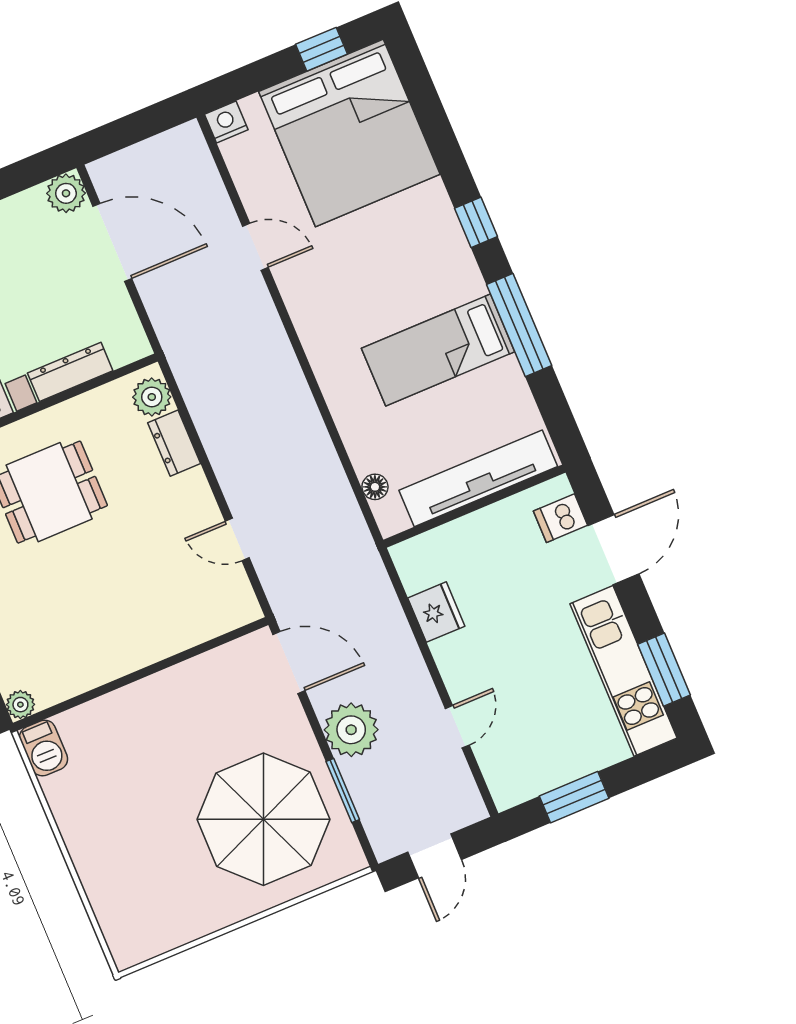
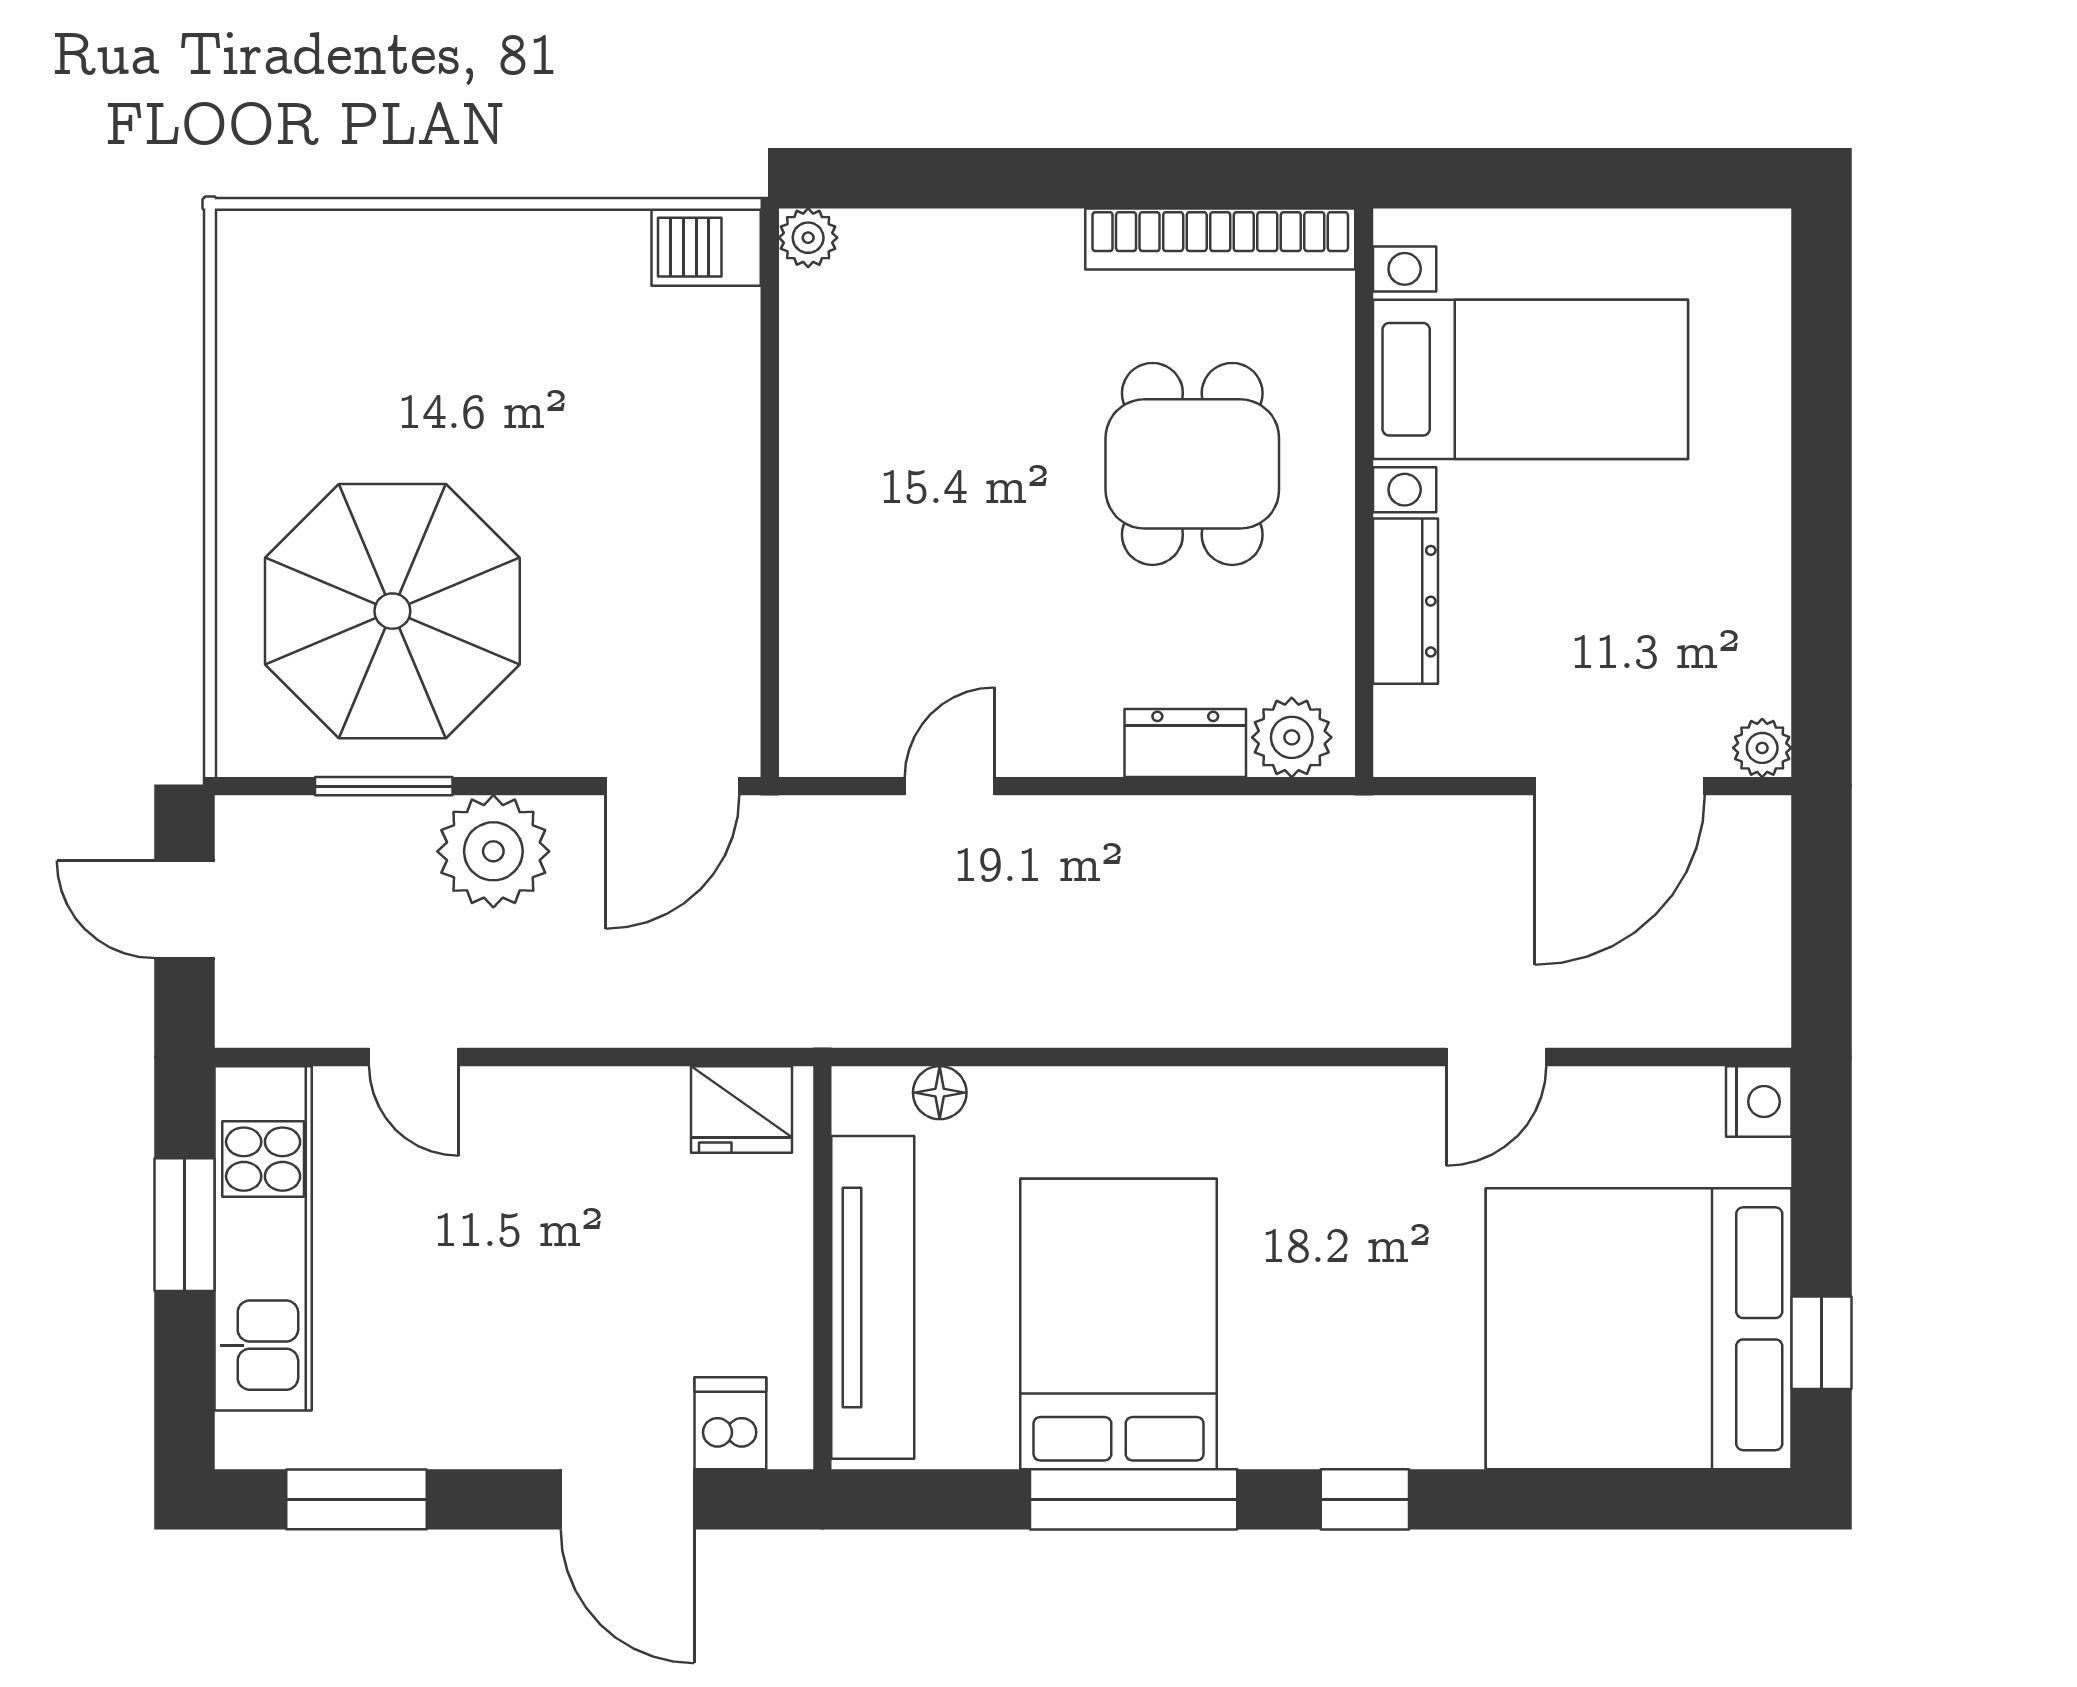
plant: (66, 193) -> (1762, 748), width x0.73, depth x0.73
bed: (438, 350) -> (1119, 1324), width x1.50
fridge: (436, 612) -> (741, 1109), moved
kitchen unit: (623, 671) -> (263, 1238), moved, turned 90

